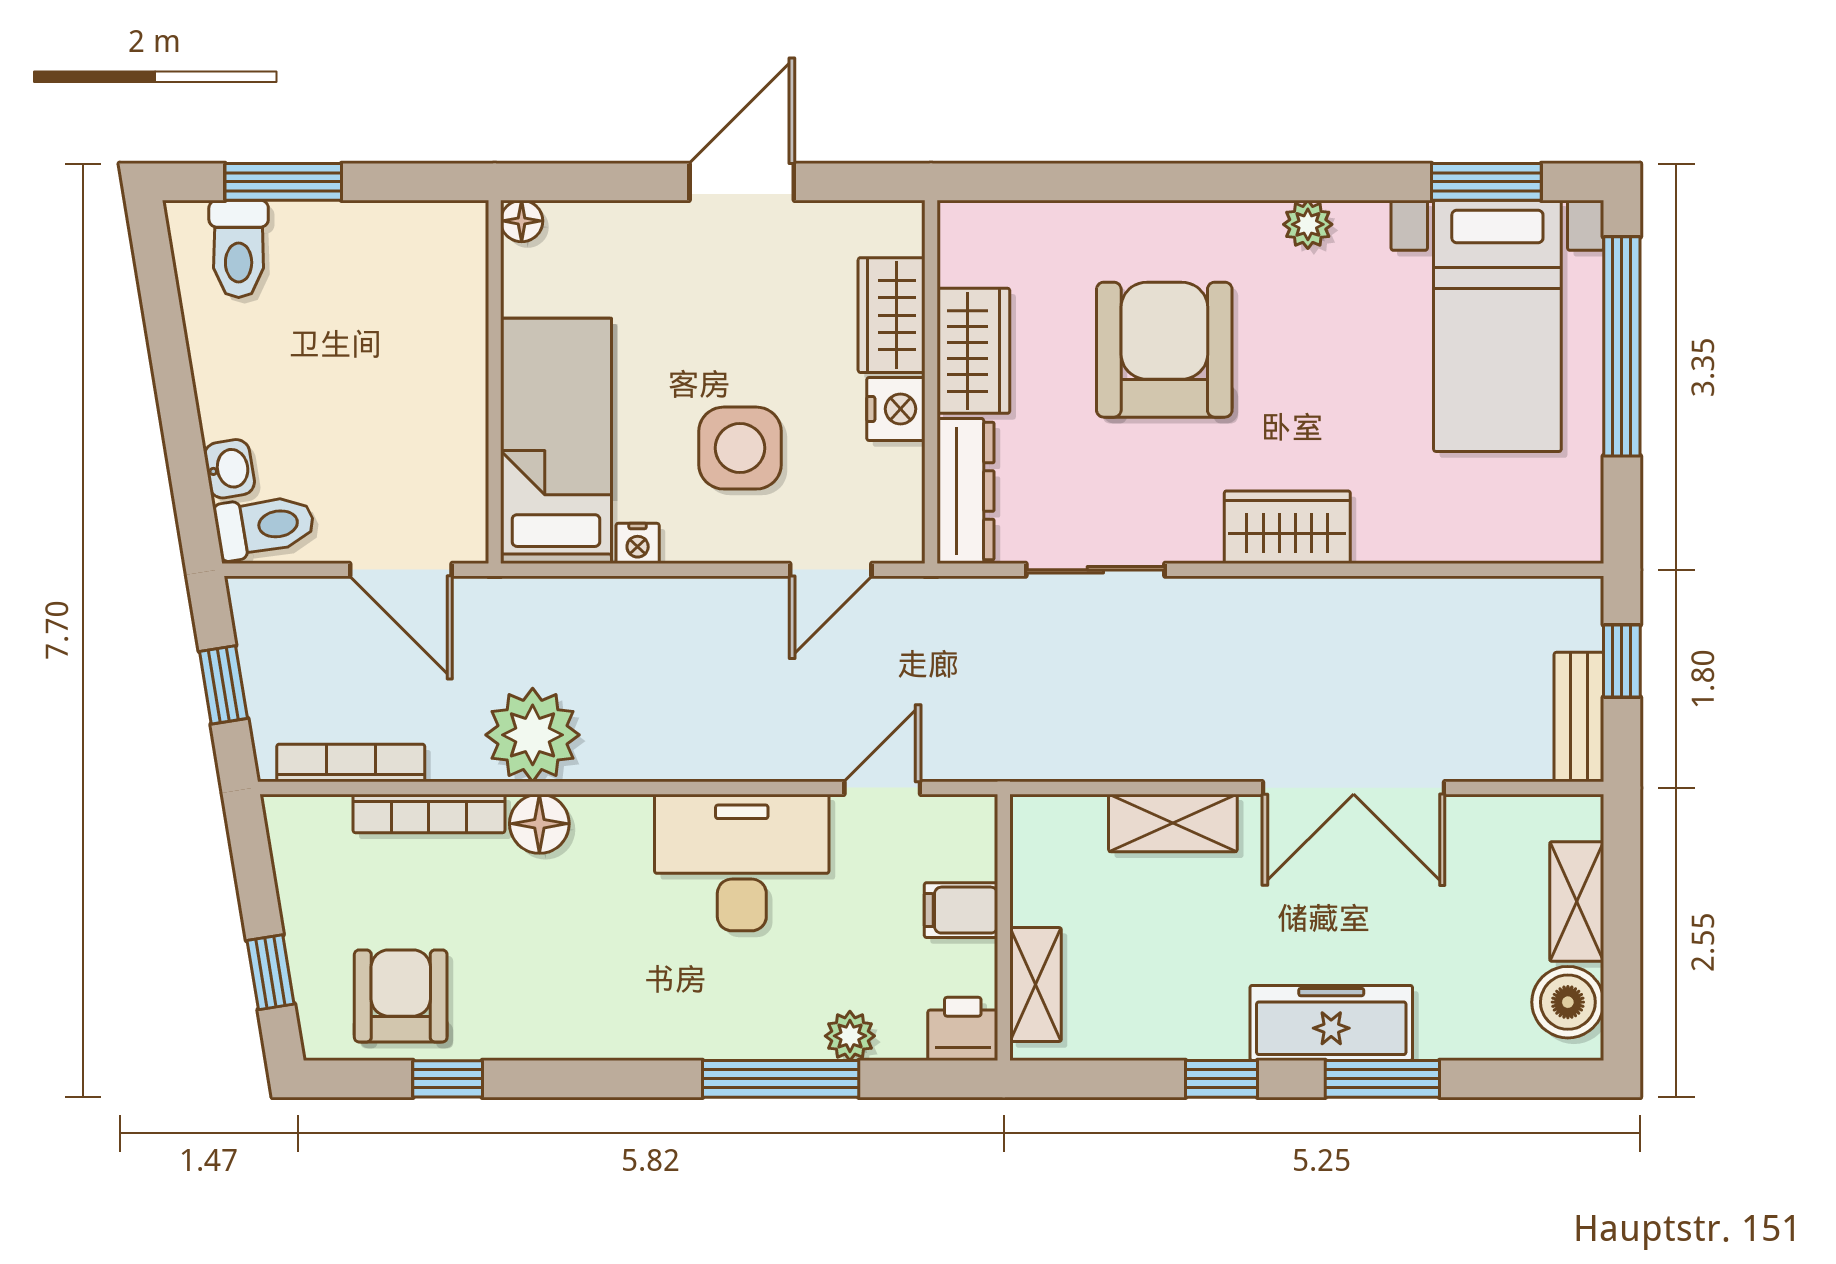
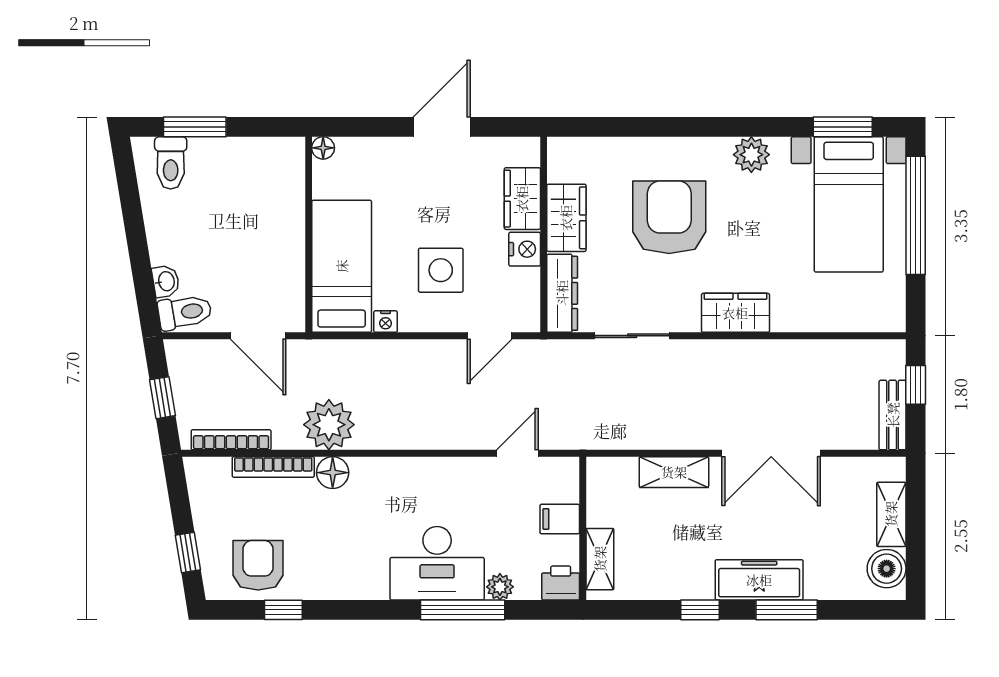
plant: (1308, 224) -> (751, 155), width x1.38, depth x1.38
desk: (742, 862) -> (437, 563), moved, turned 180

